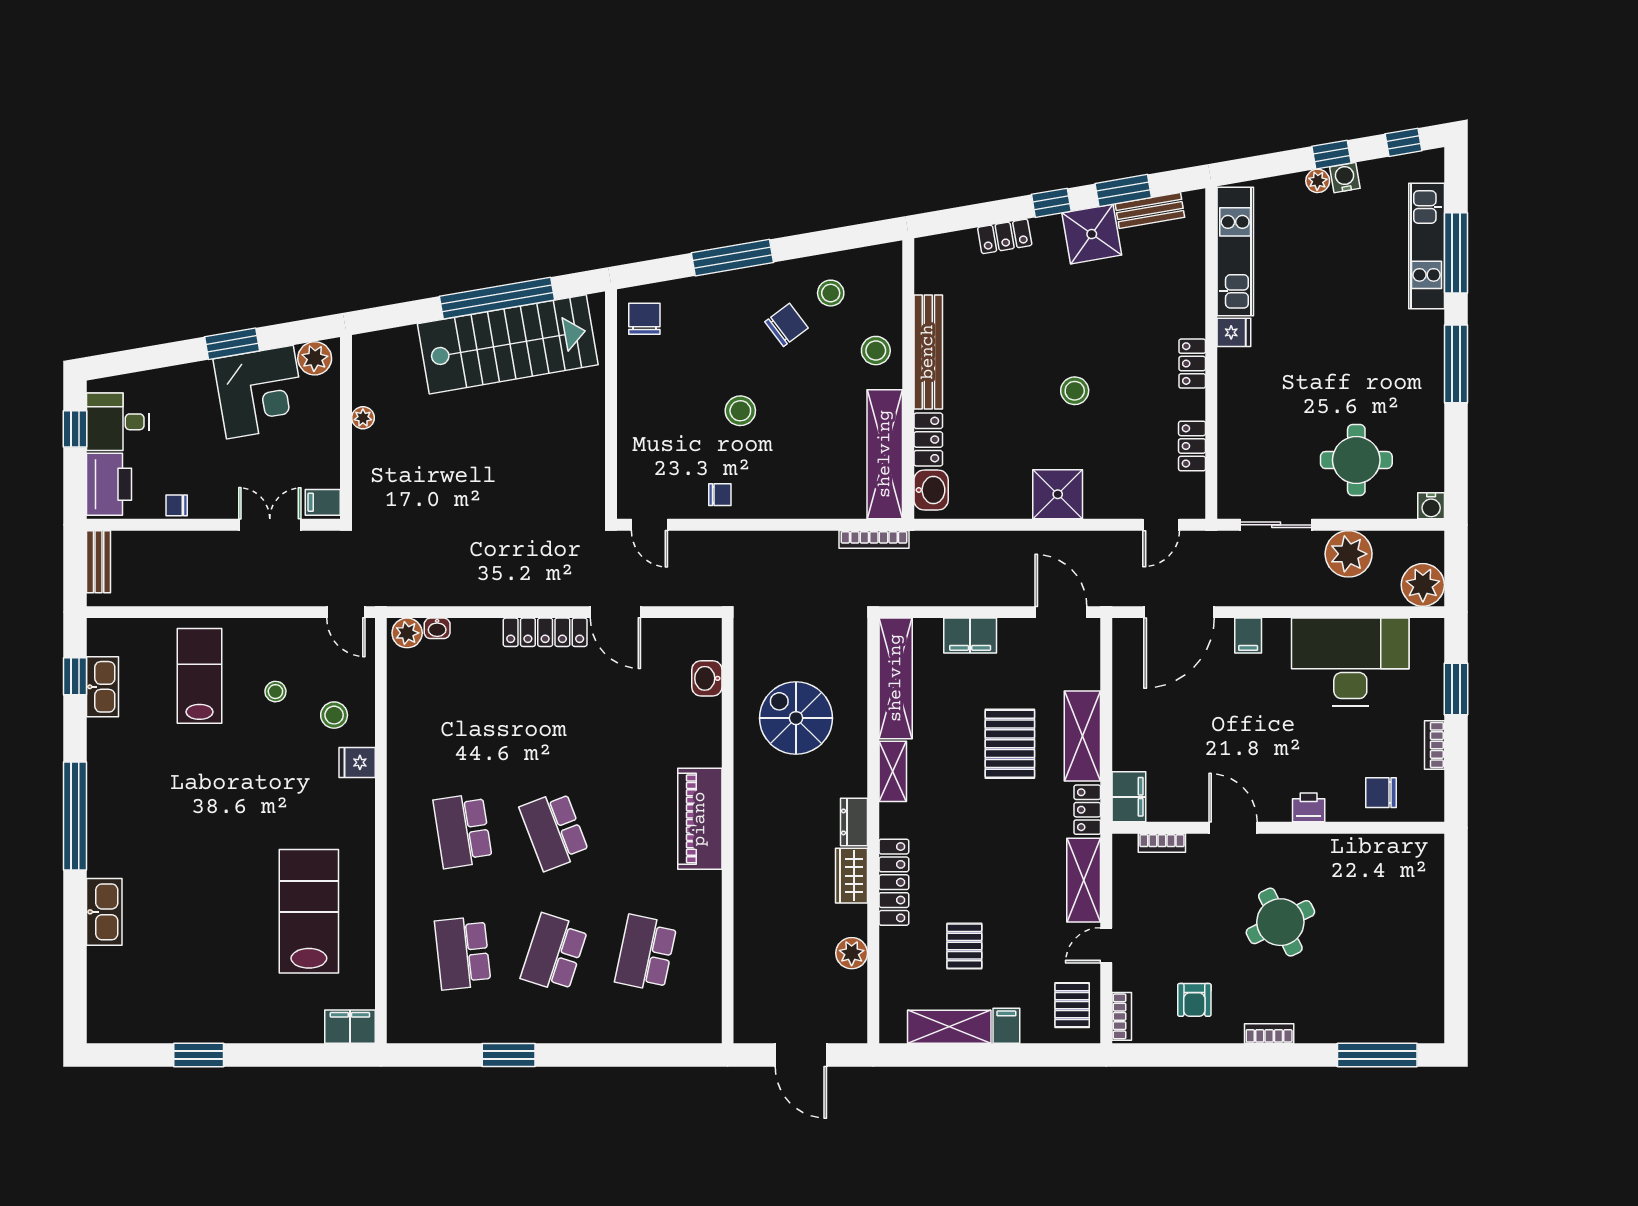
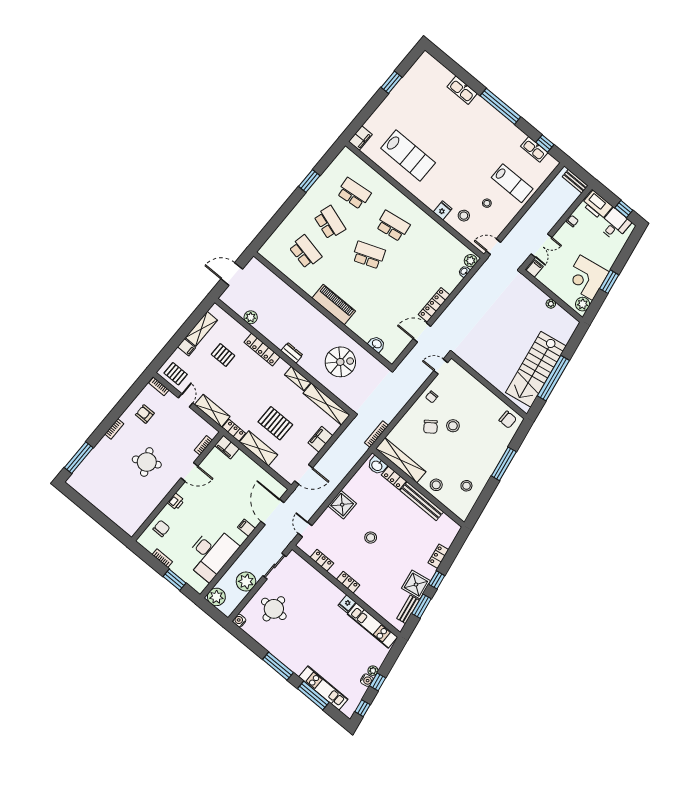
chair: (786, 325) -> (431, 427), moved
wardrobe: (851, 876) -> (275, 338), removed

